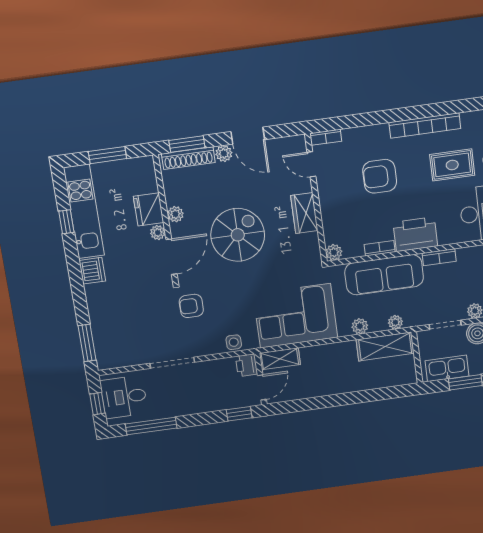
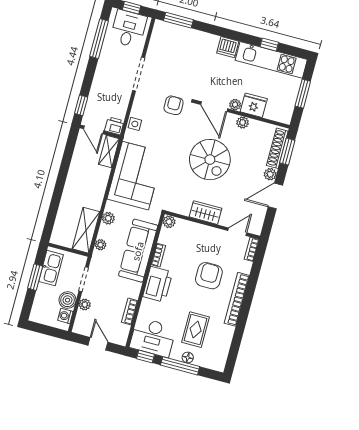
bookcase: (425, 125) -> (237, 299), moved
bookcase: (439, 257) -> (130, 311), moved

